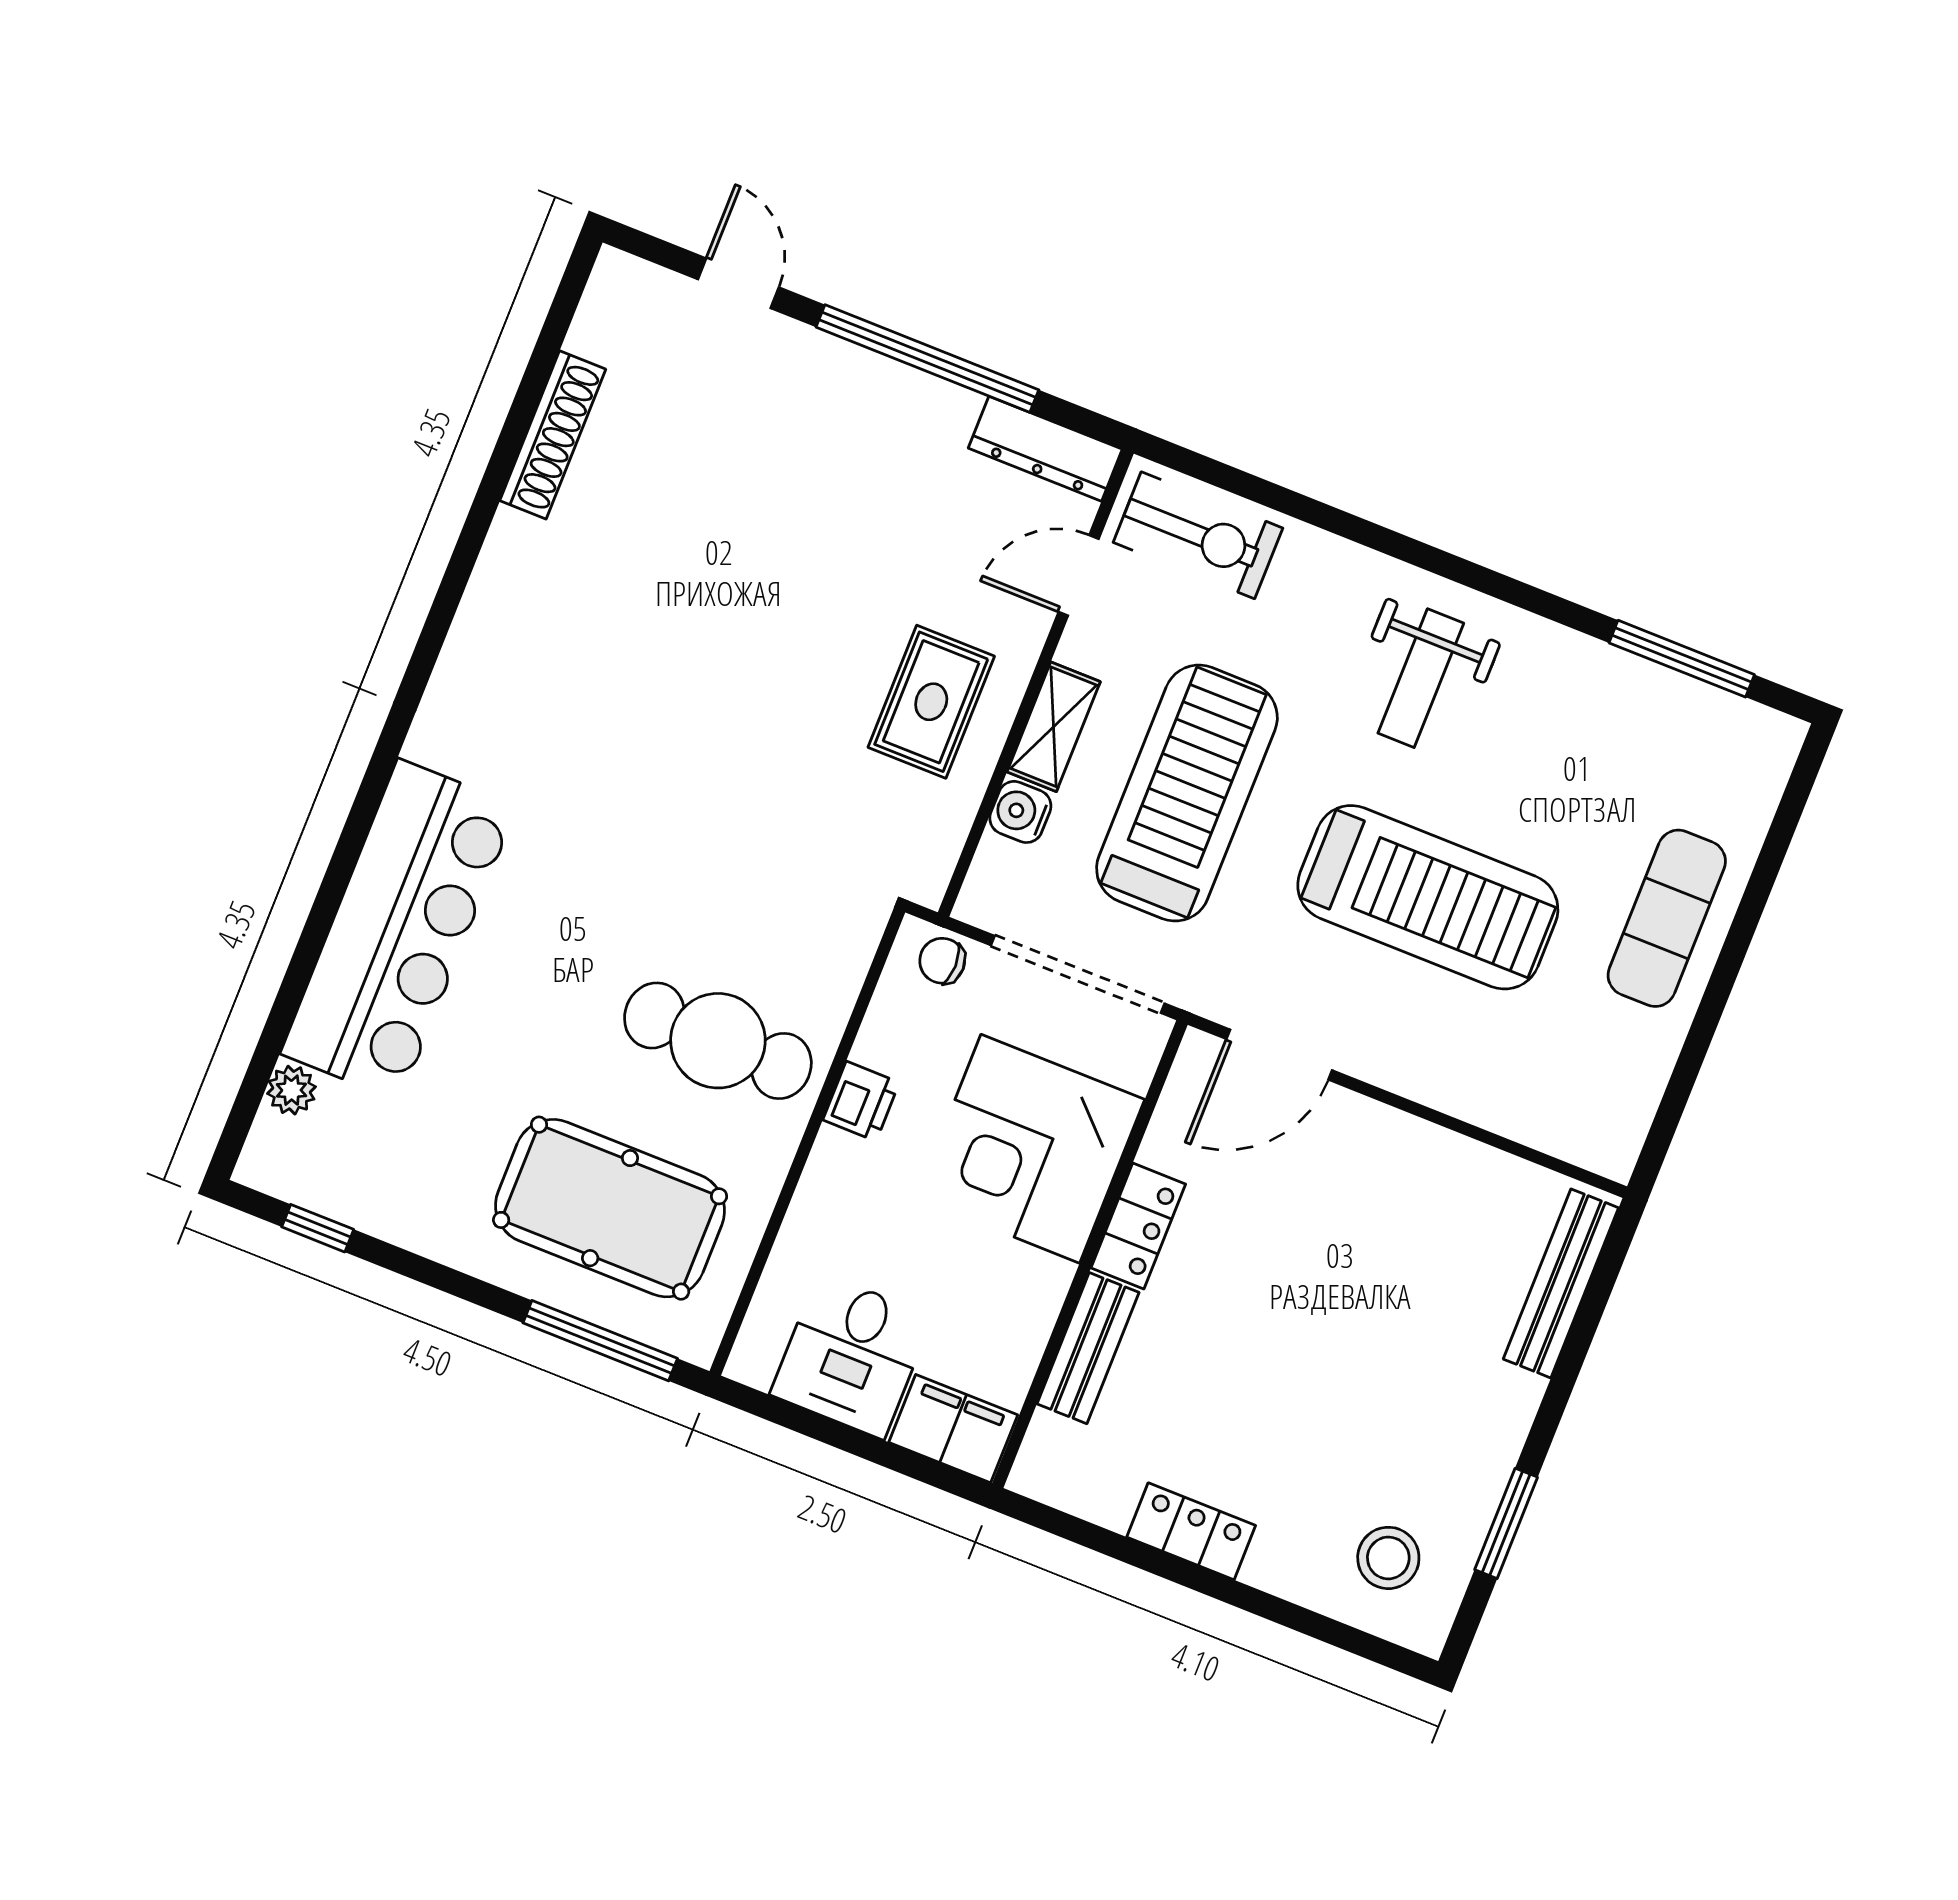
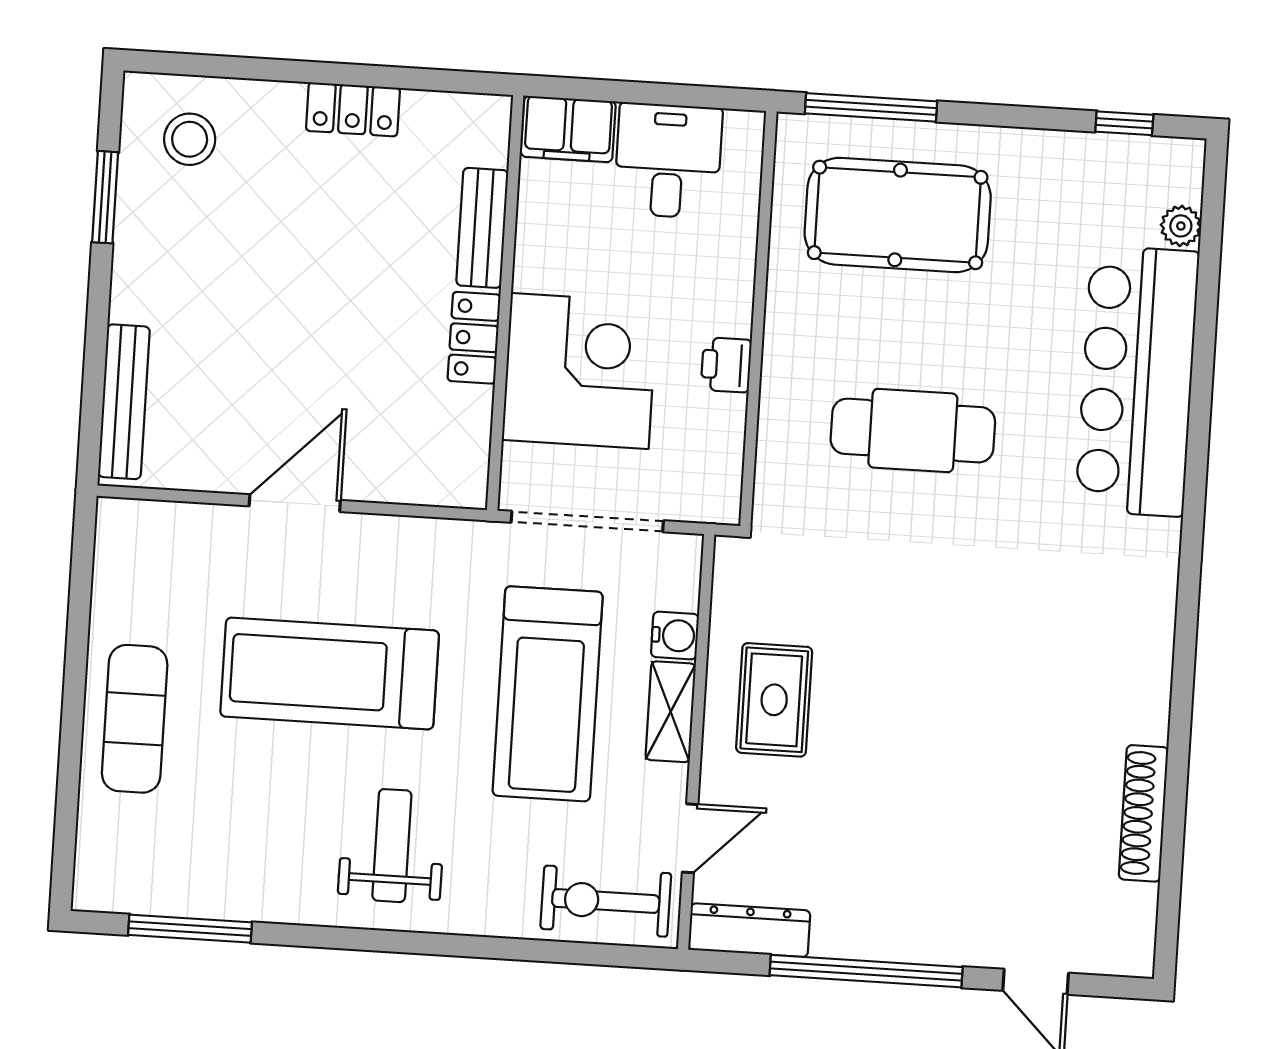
chair: (942, 961) -> (698, 497), removed
cafe table: (718, 1041) -> (913, 431), moved
door: (1279, 1055) -> (295, 503), moved

